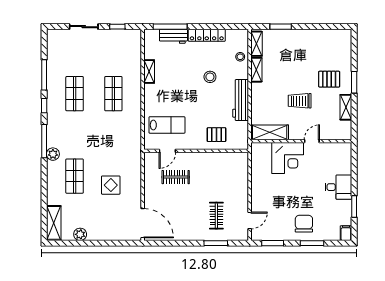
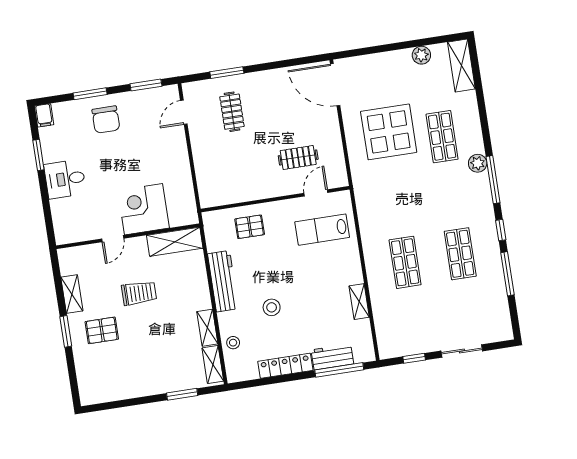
display table: (111, 185) -> (389, 132), width x1.86, depth x1.86

